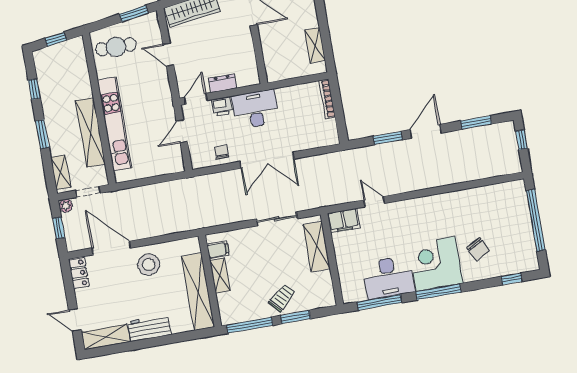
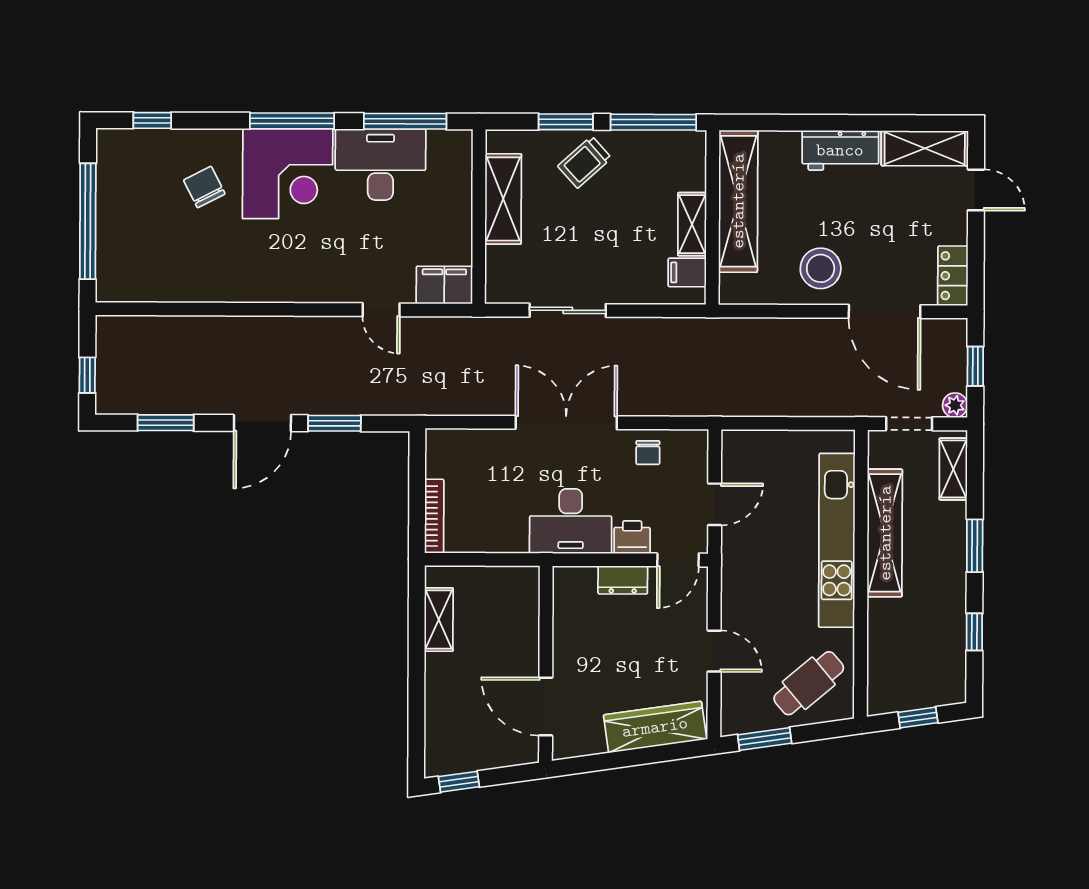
cafe table: (116, 47) -> (809, 683), turned -40
shelving: (317, 247) -> (503, 199), moved

